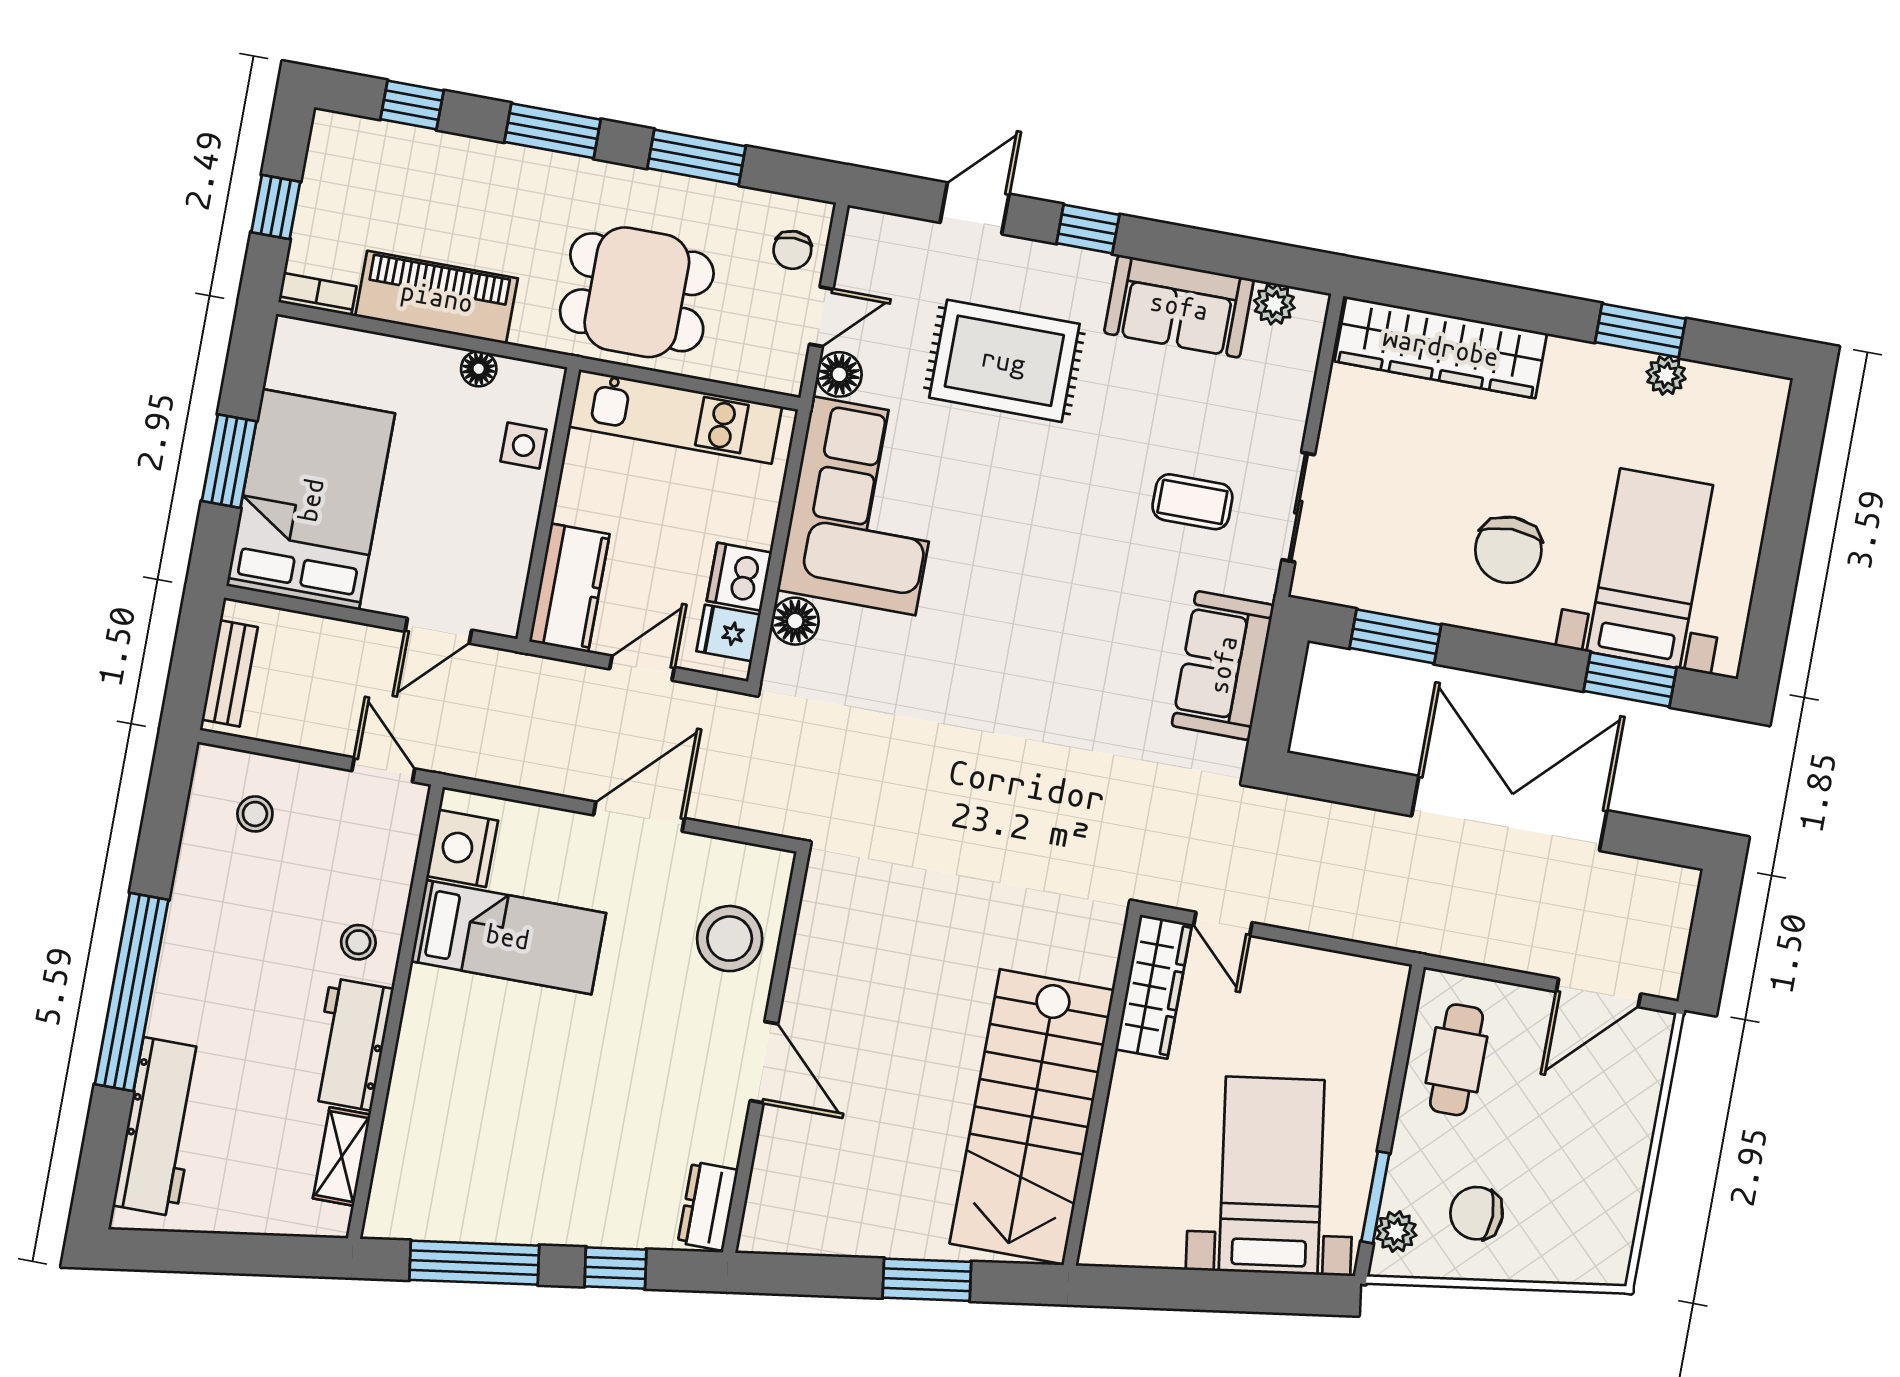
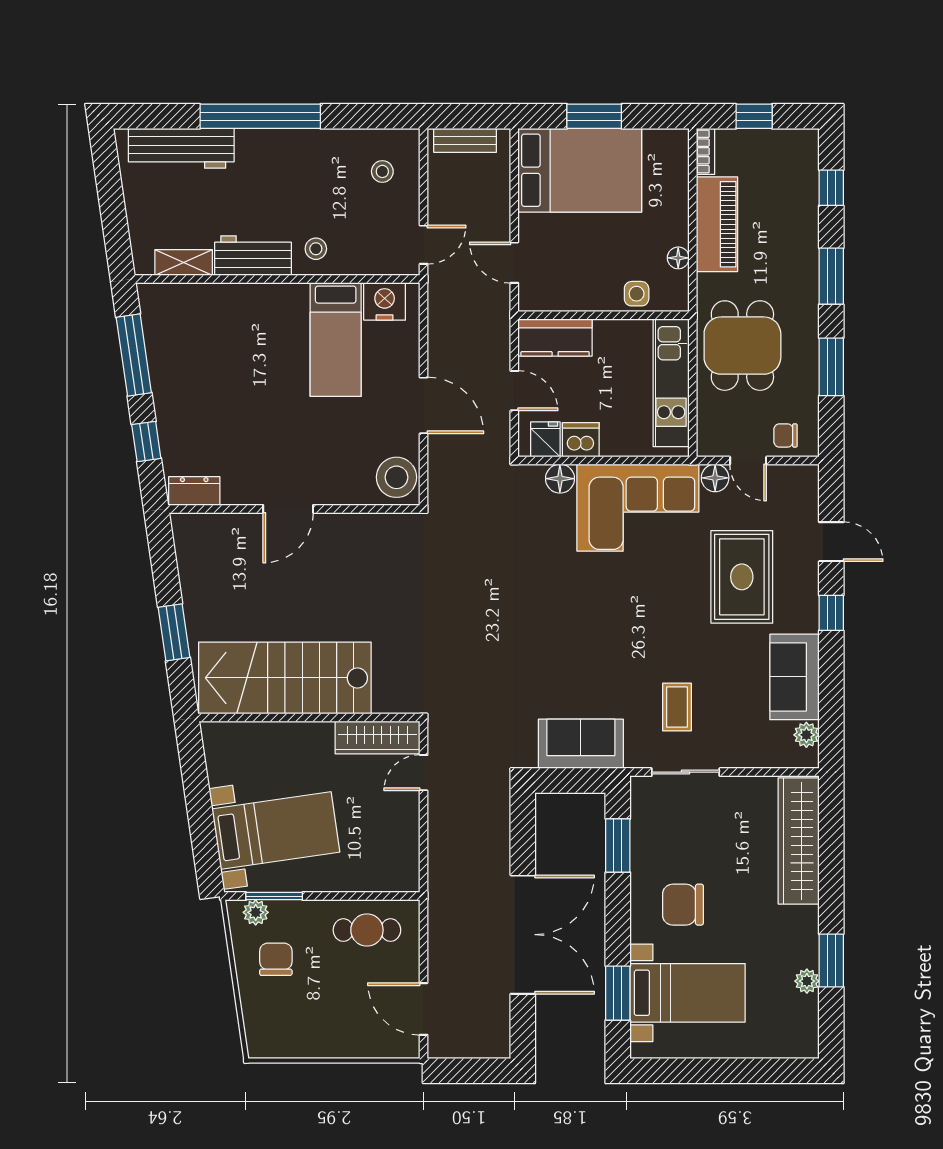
stool: (730, 939) -> (396, 477), moved

